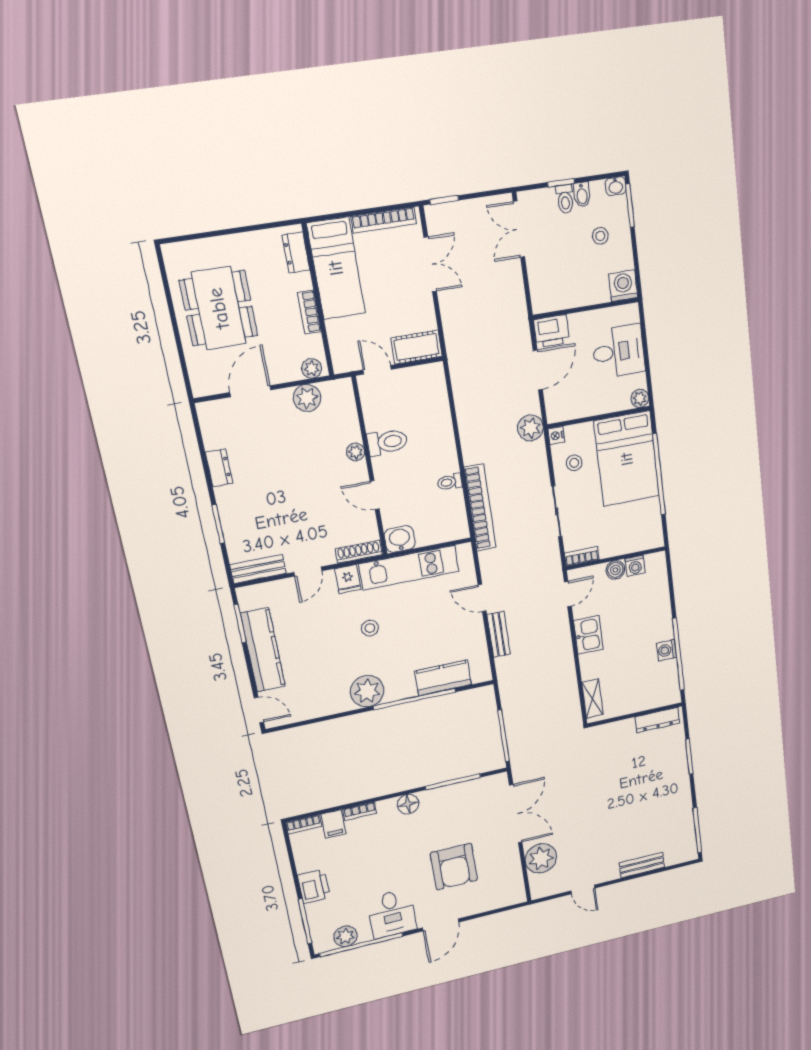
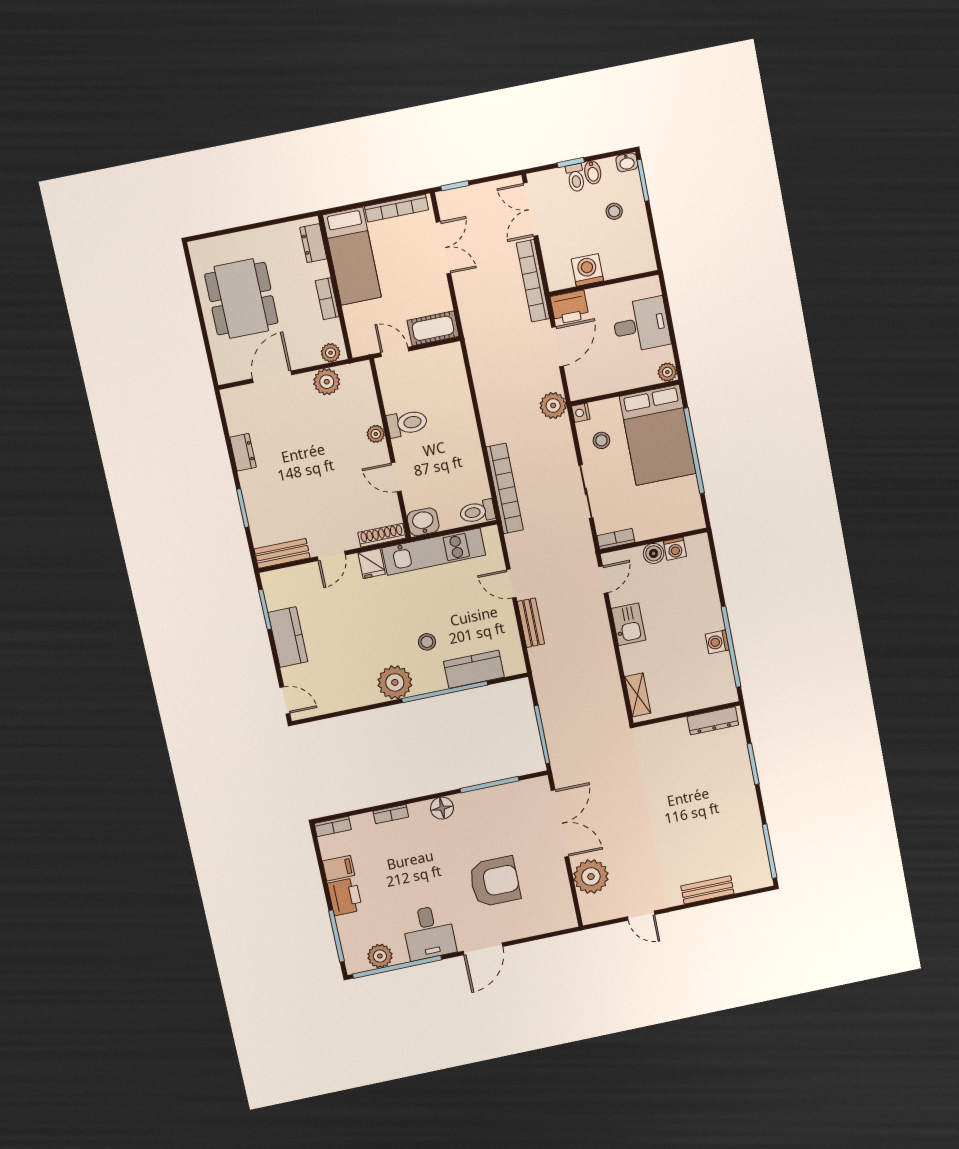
washing machine: (623, 286) -> (587, 270), moved
bookcase: (518, 303) -> (533, 281), added
toilet: (450, 482) -> (477, 512), moved, width x1.37, depth x1.39
stool: (370, 628) -> (427, 642), moved
kitchen counter: (263, 650) -> (288, 637), width x0.67
filing cabinet: (333, 824) -> (339, 868), moved, turned -90
armchair: (454, 867) -> (495, 882), turned -90

